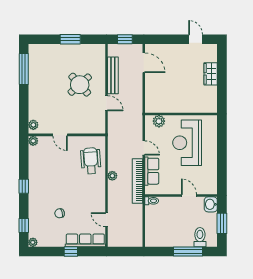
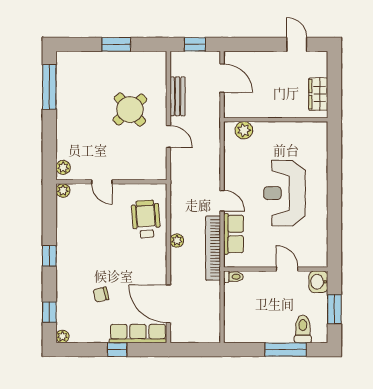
bench: (113, 75) -> (178, 96), width x0.73
wall: (181, 114) -> (276, 120), moved
plant: (159, 121) -> (244, 130), moved
door: (106, 220) -> (168, 304), width x1.88

